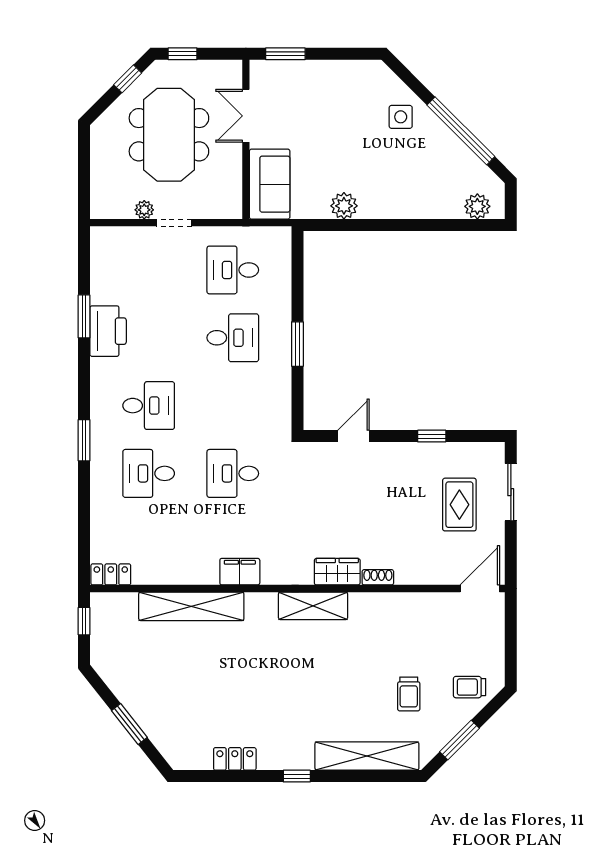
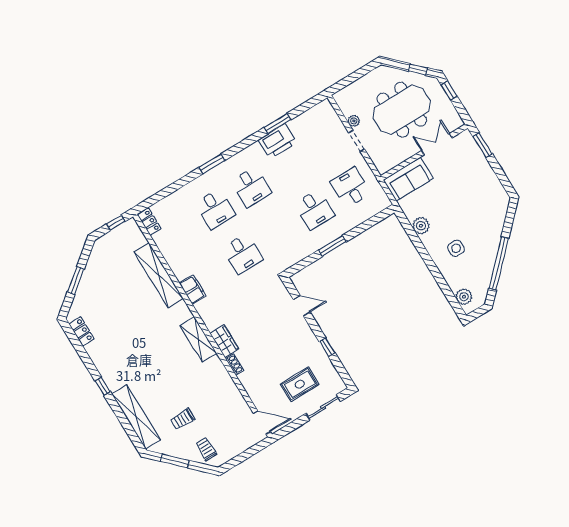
side table: (401, 117) -> (456, 248), moved
desk: (149, 473) -> (215, 209), turned 180
desk: (233, 473) -> (243, 254), turned 180
locker: (235, 759) -> (82, 331), moved

